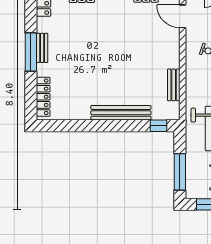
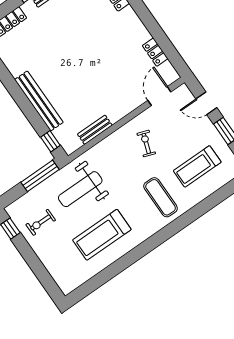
window: (180, 172) -> (40, 176), moved

